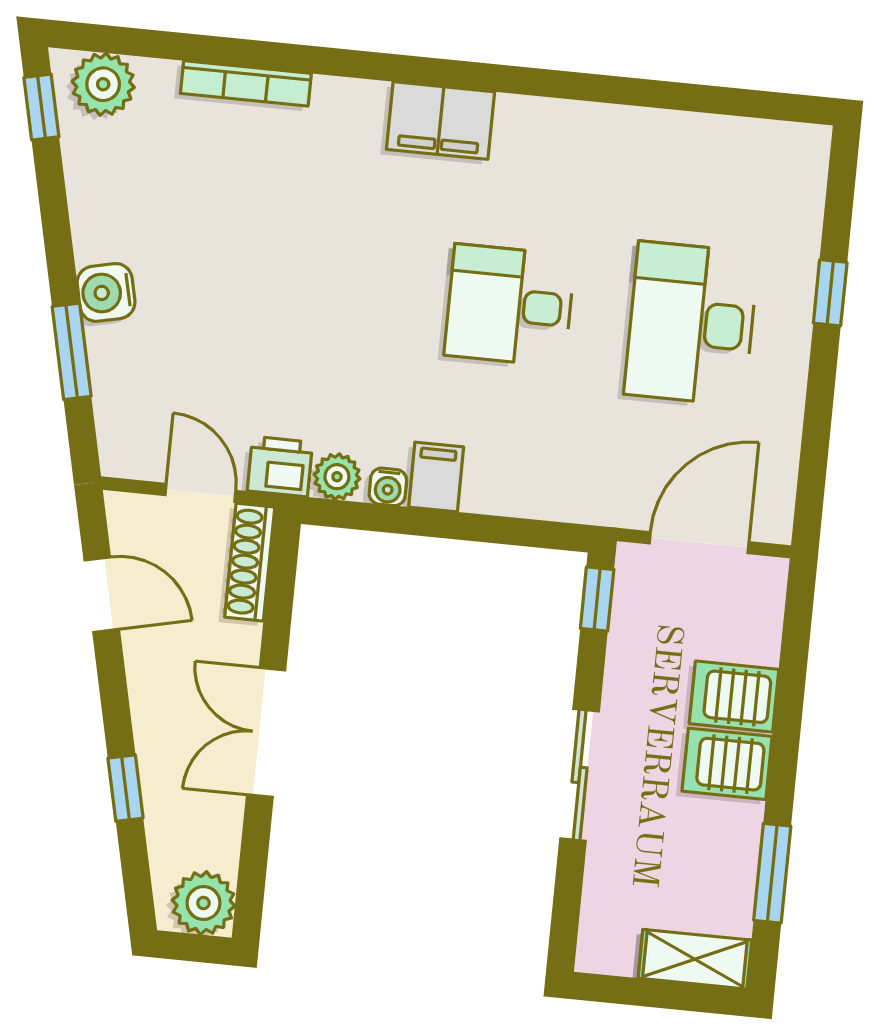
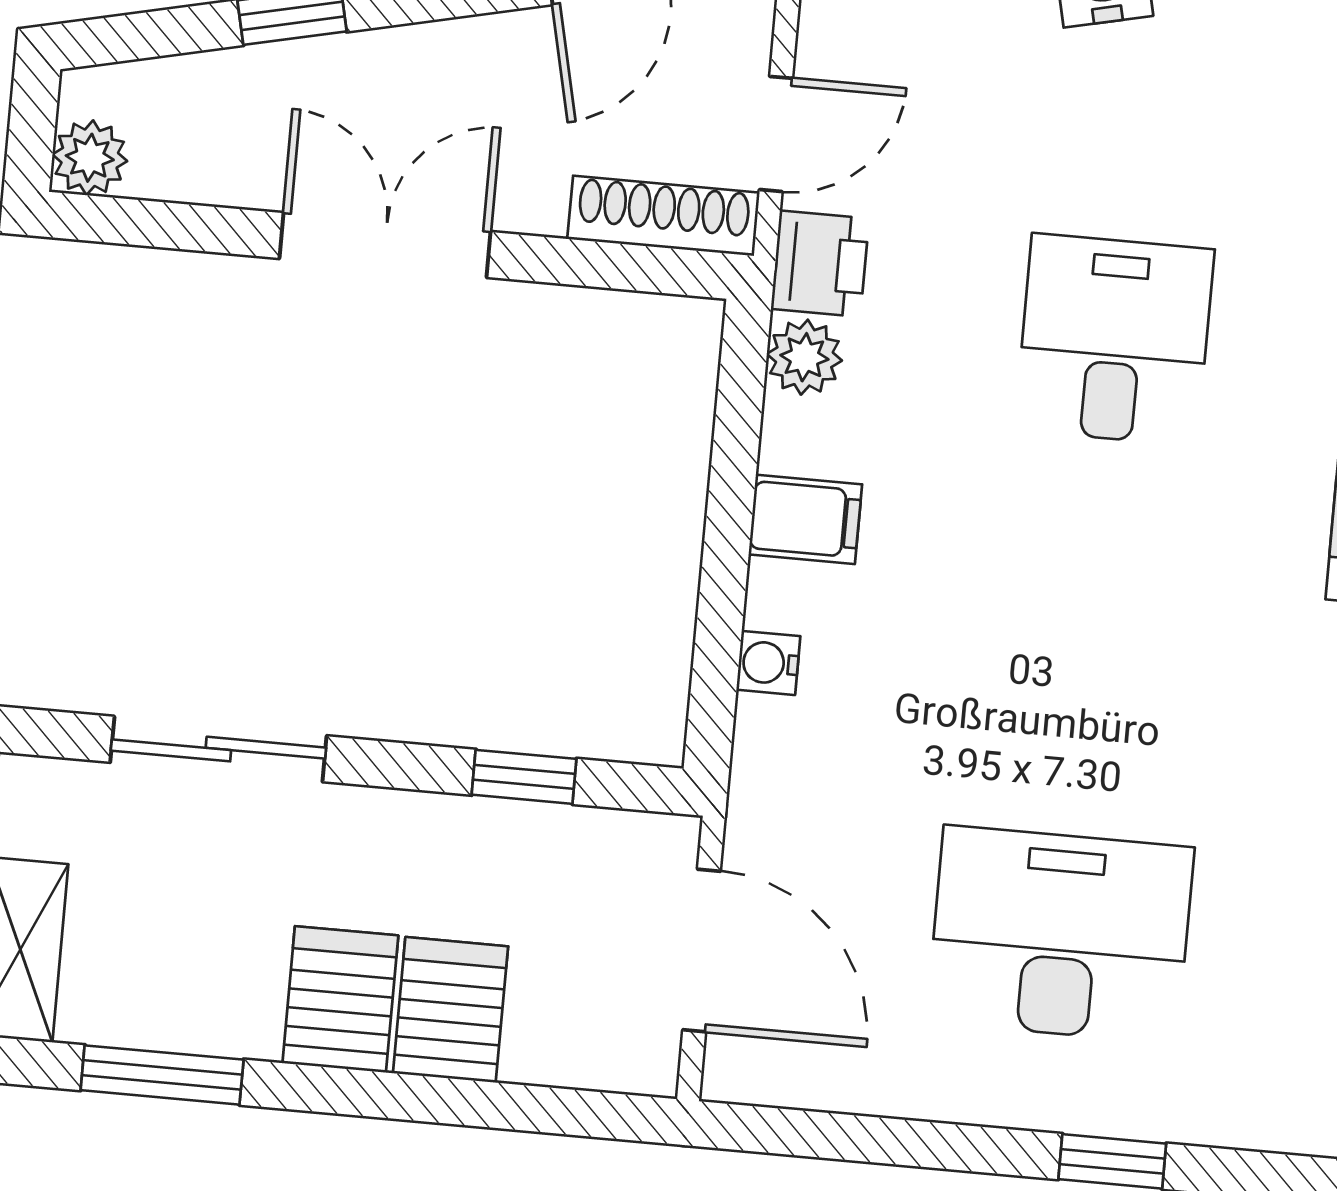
desk: (510, 305) -> (1114, 340), moved
water cooler: (388, 487) -> (768, 663), moved
window: (597, 599) -> (524, 777), moved
sliding door: (580, 775) -> (218, 749), moved
plant: (203, 903) -> (90, 158), width x0.73, depth x0.73

